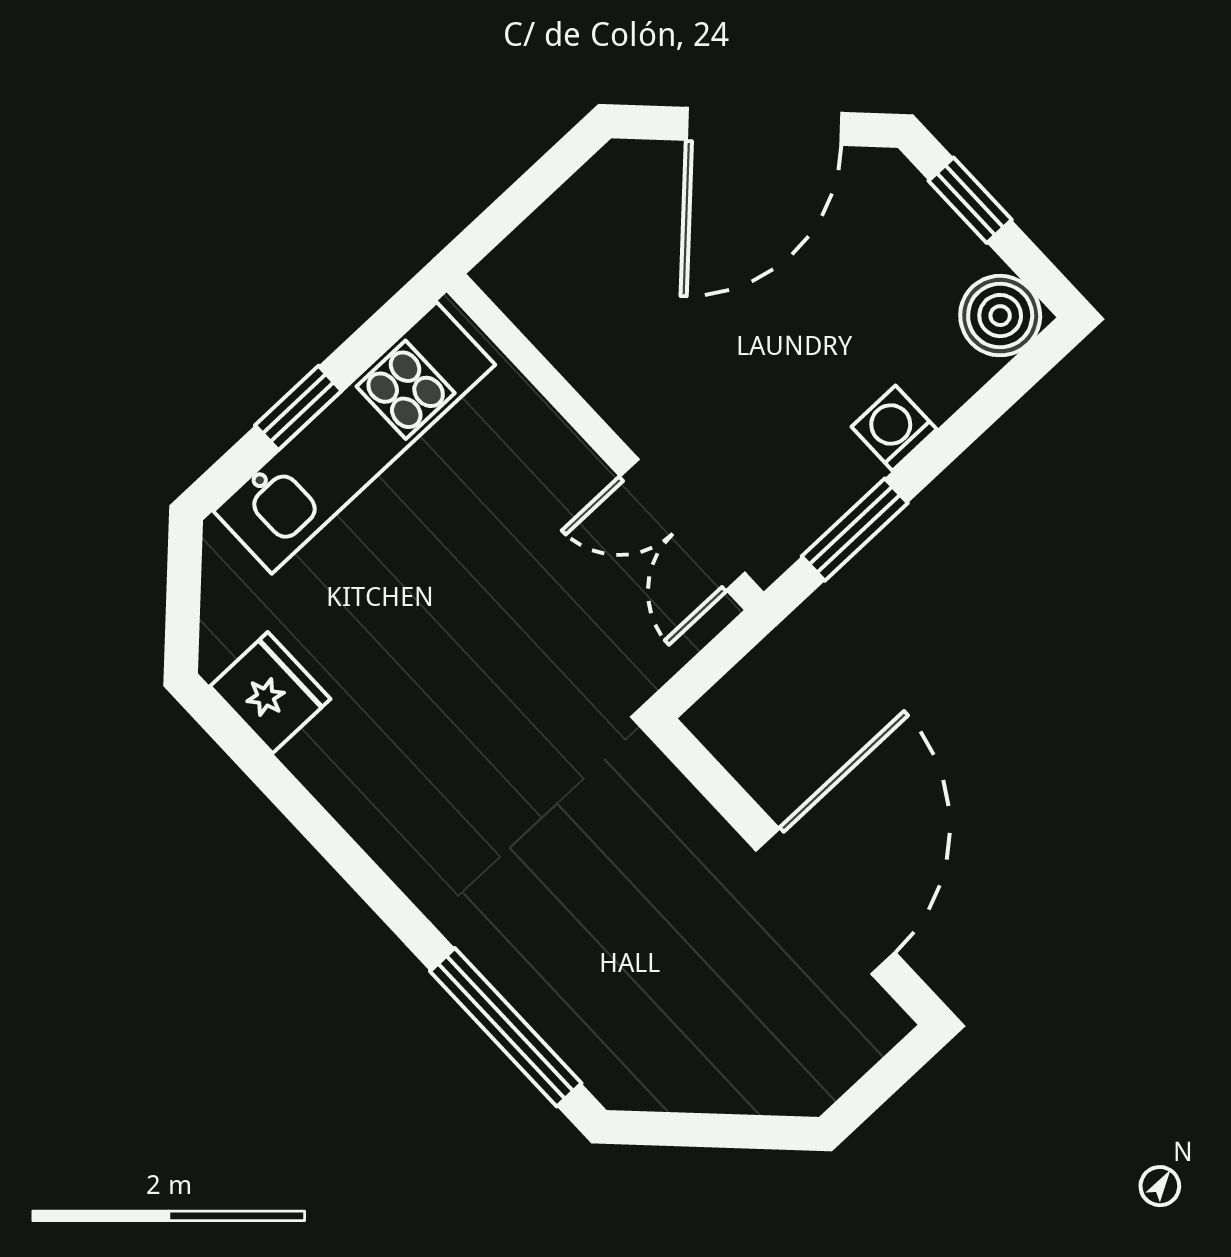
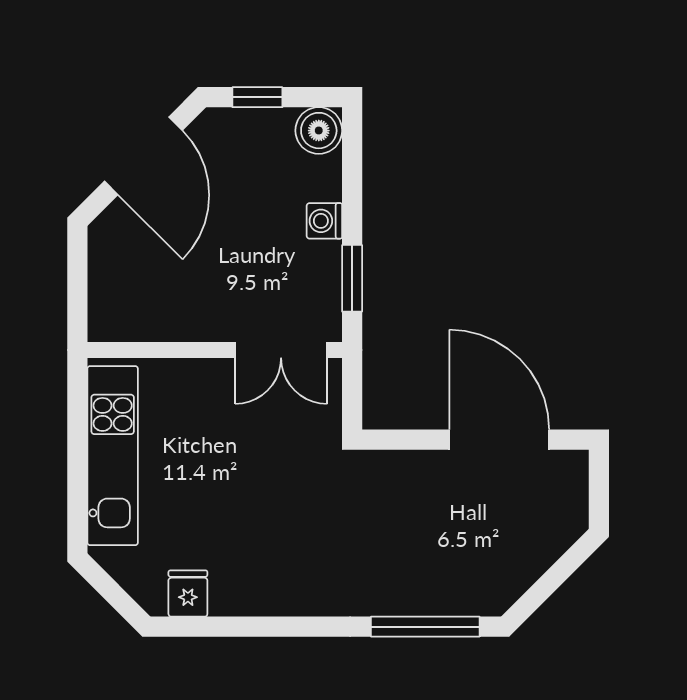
window: (298, 408) -> (77, 468), removed
fridge: (270, 693) -> (188, 594), width x0.72

